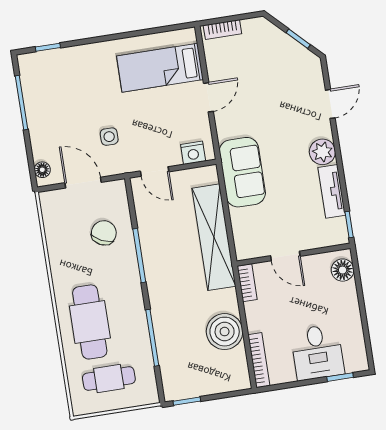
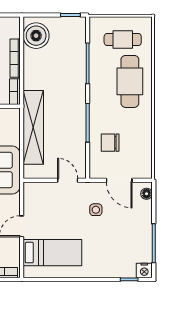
nightstand: (193, 153) -> (144, 270), moved, turned 180
chair: (104, 233) -> (110, 143), turned 64
boiler: (225, 332) -> (36, 36), moved
bookcase: (259, 360) -> (15, 58), moved

